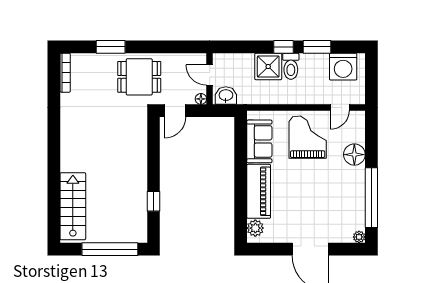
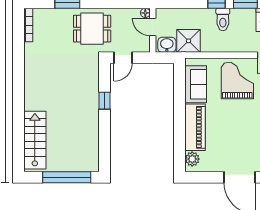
shower: (268, 66) -> (188, 41), moved
floor lamp: (201, 99) -> (145, 13), moved
window: (154, 201) -> (104, 101), moved

